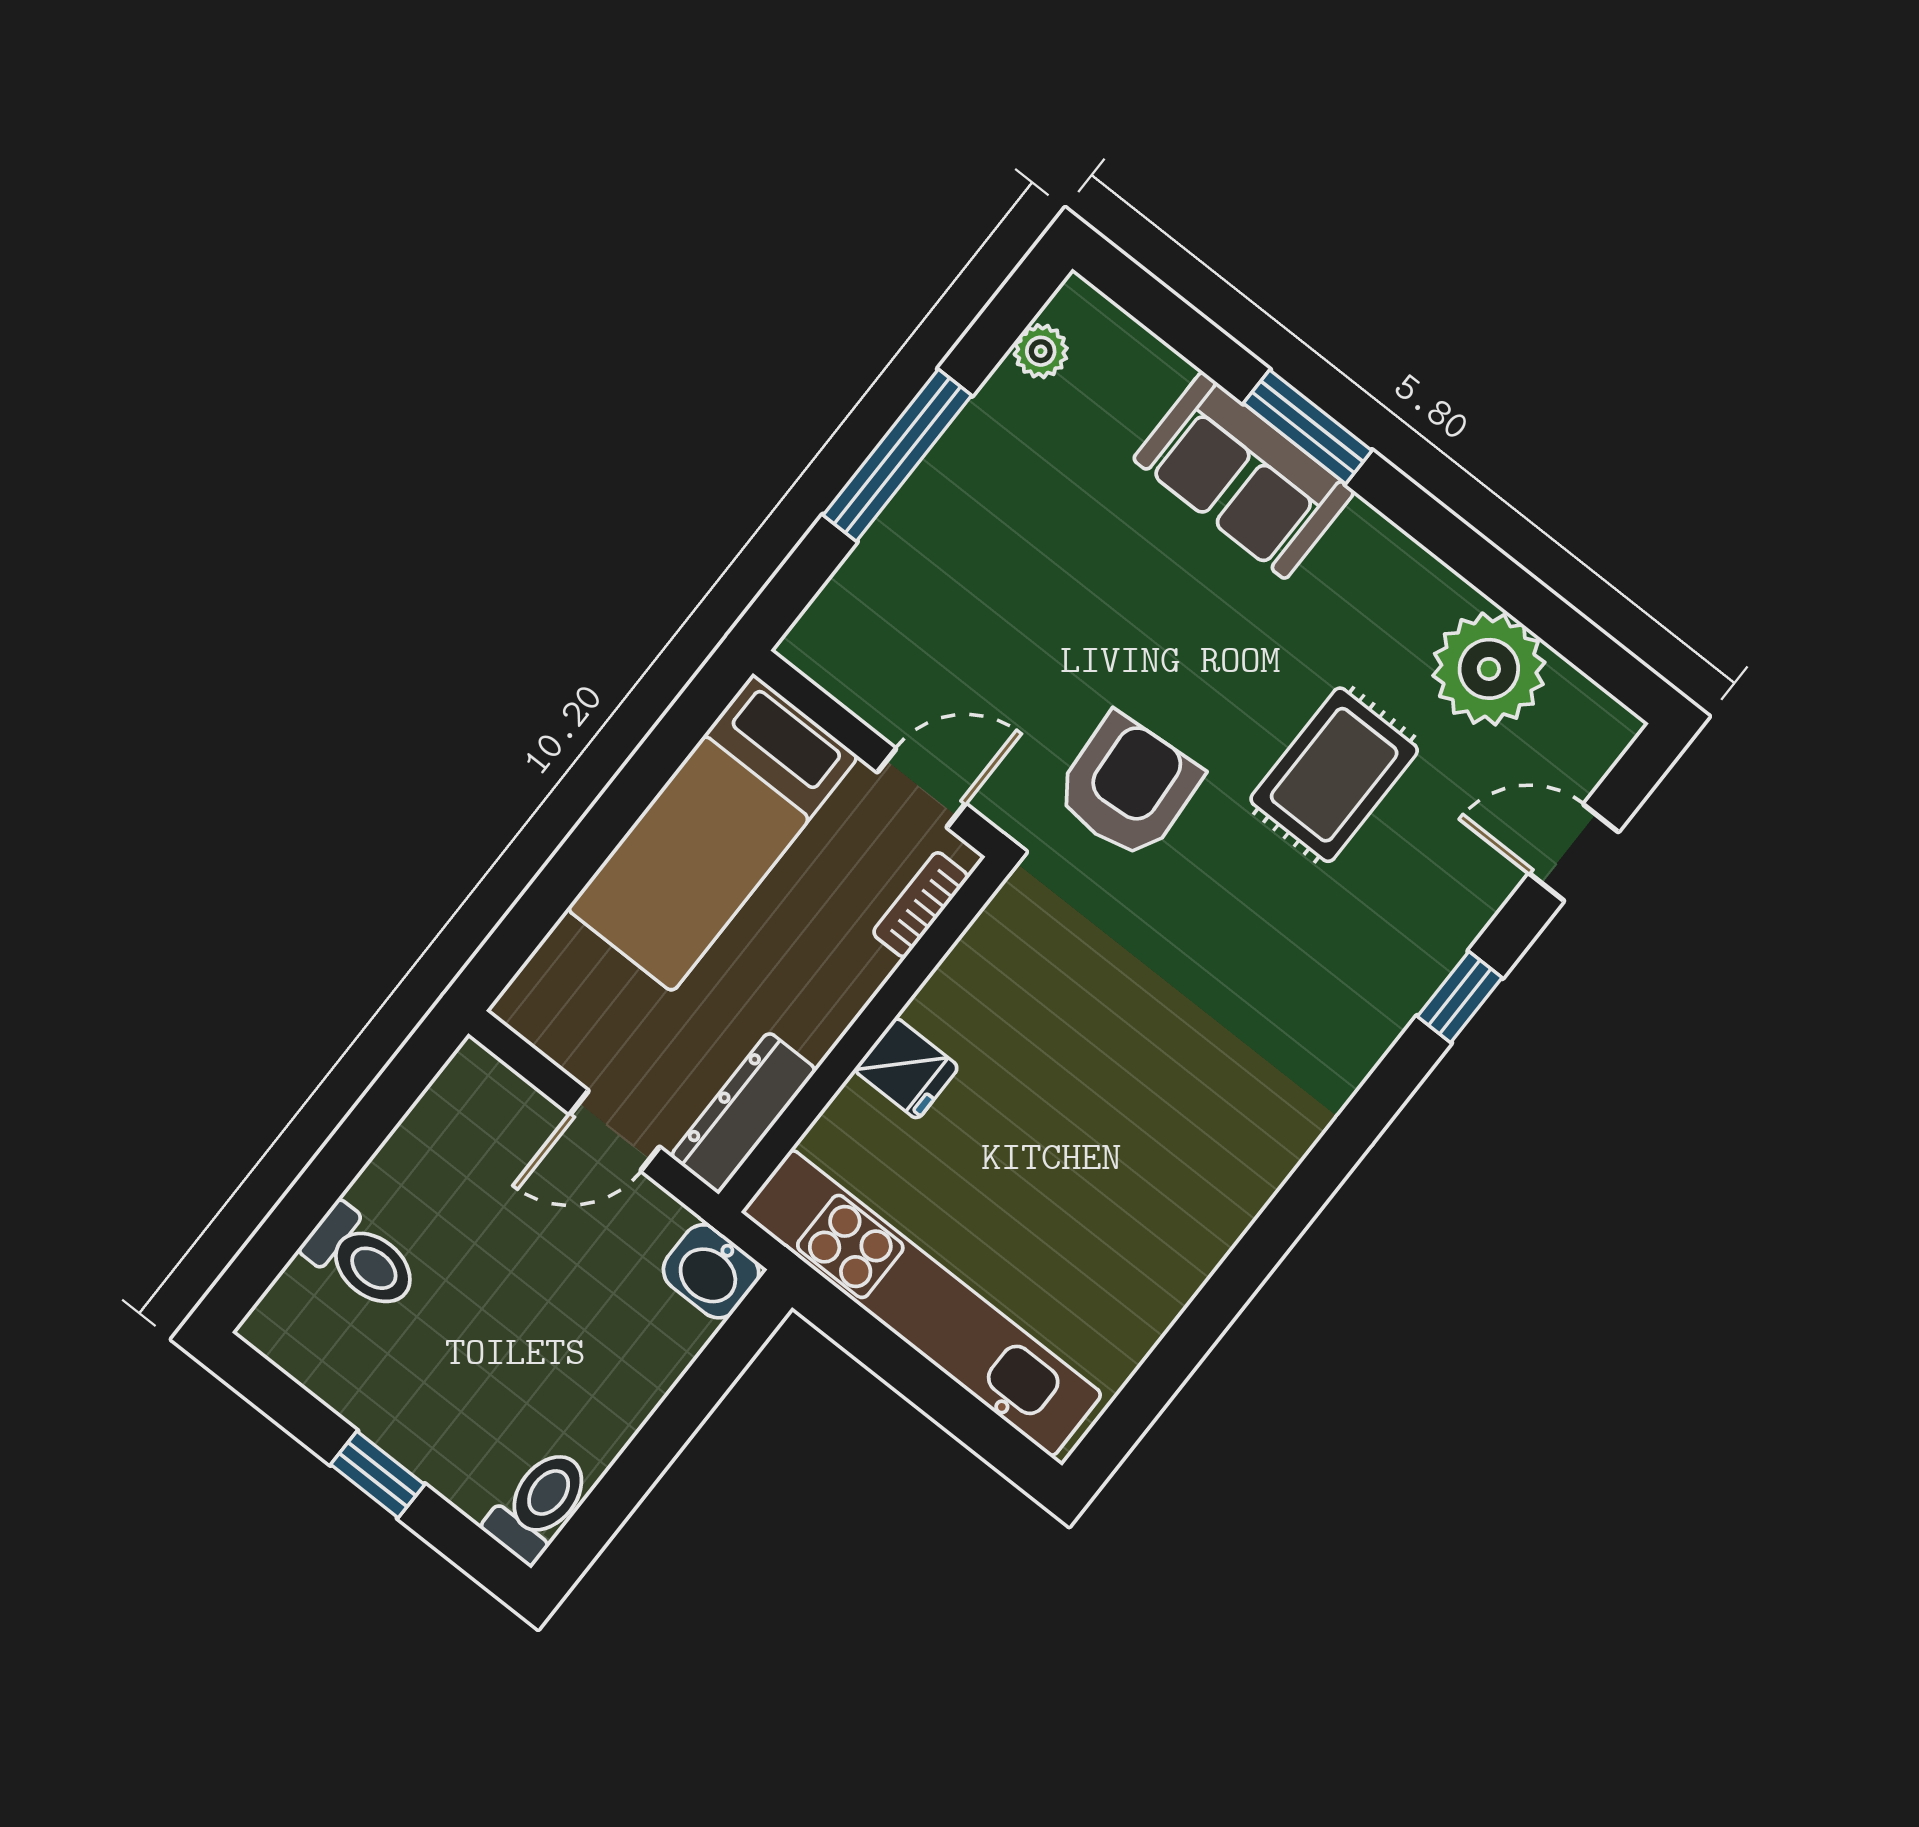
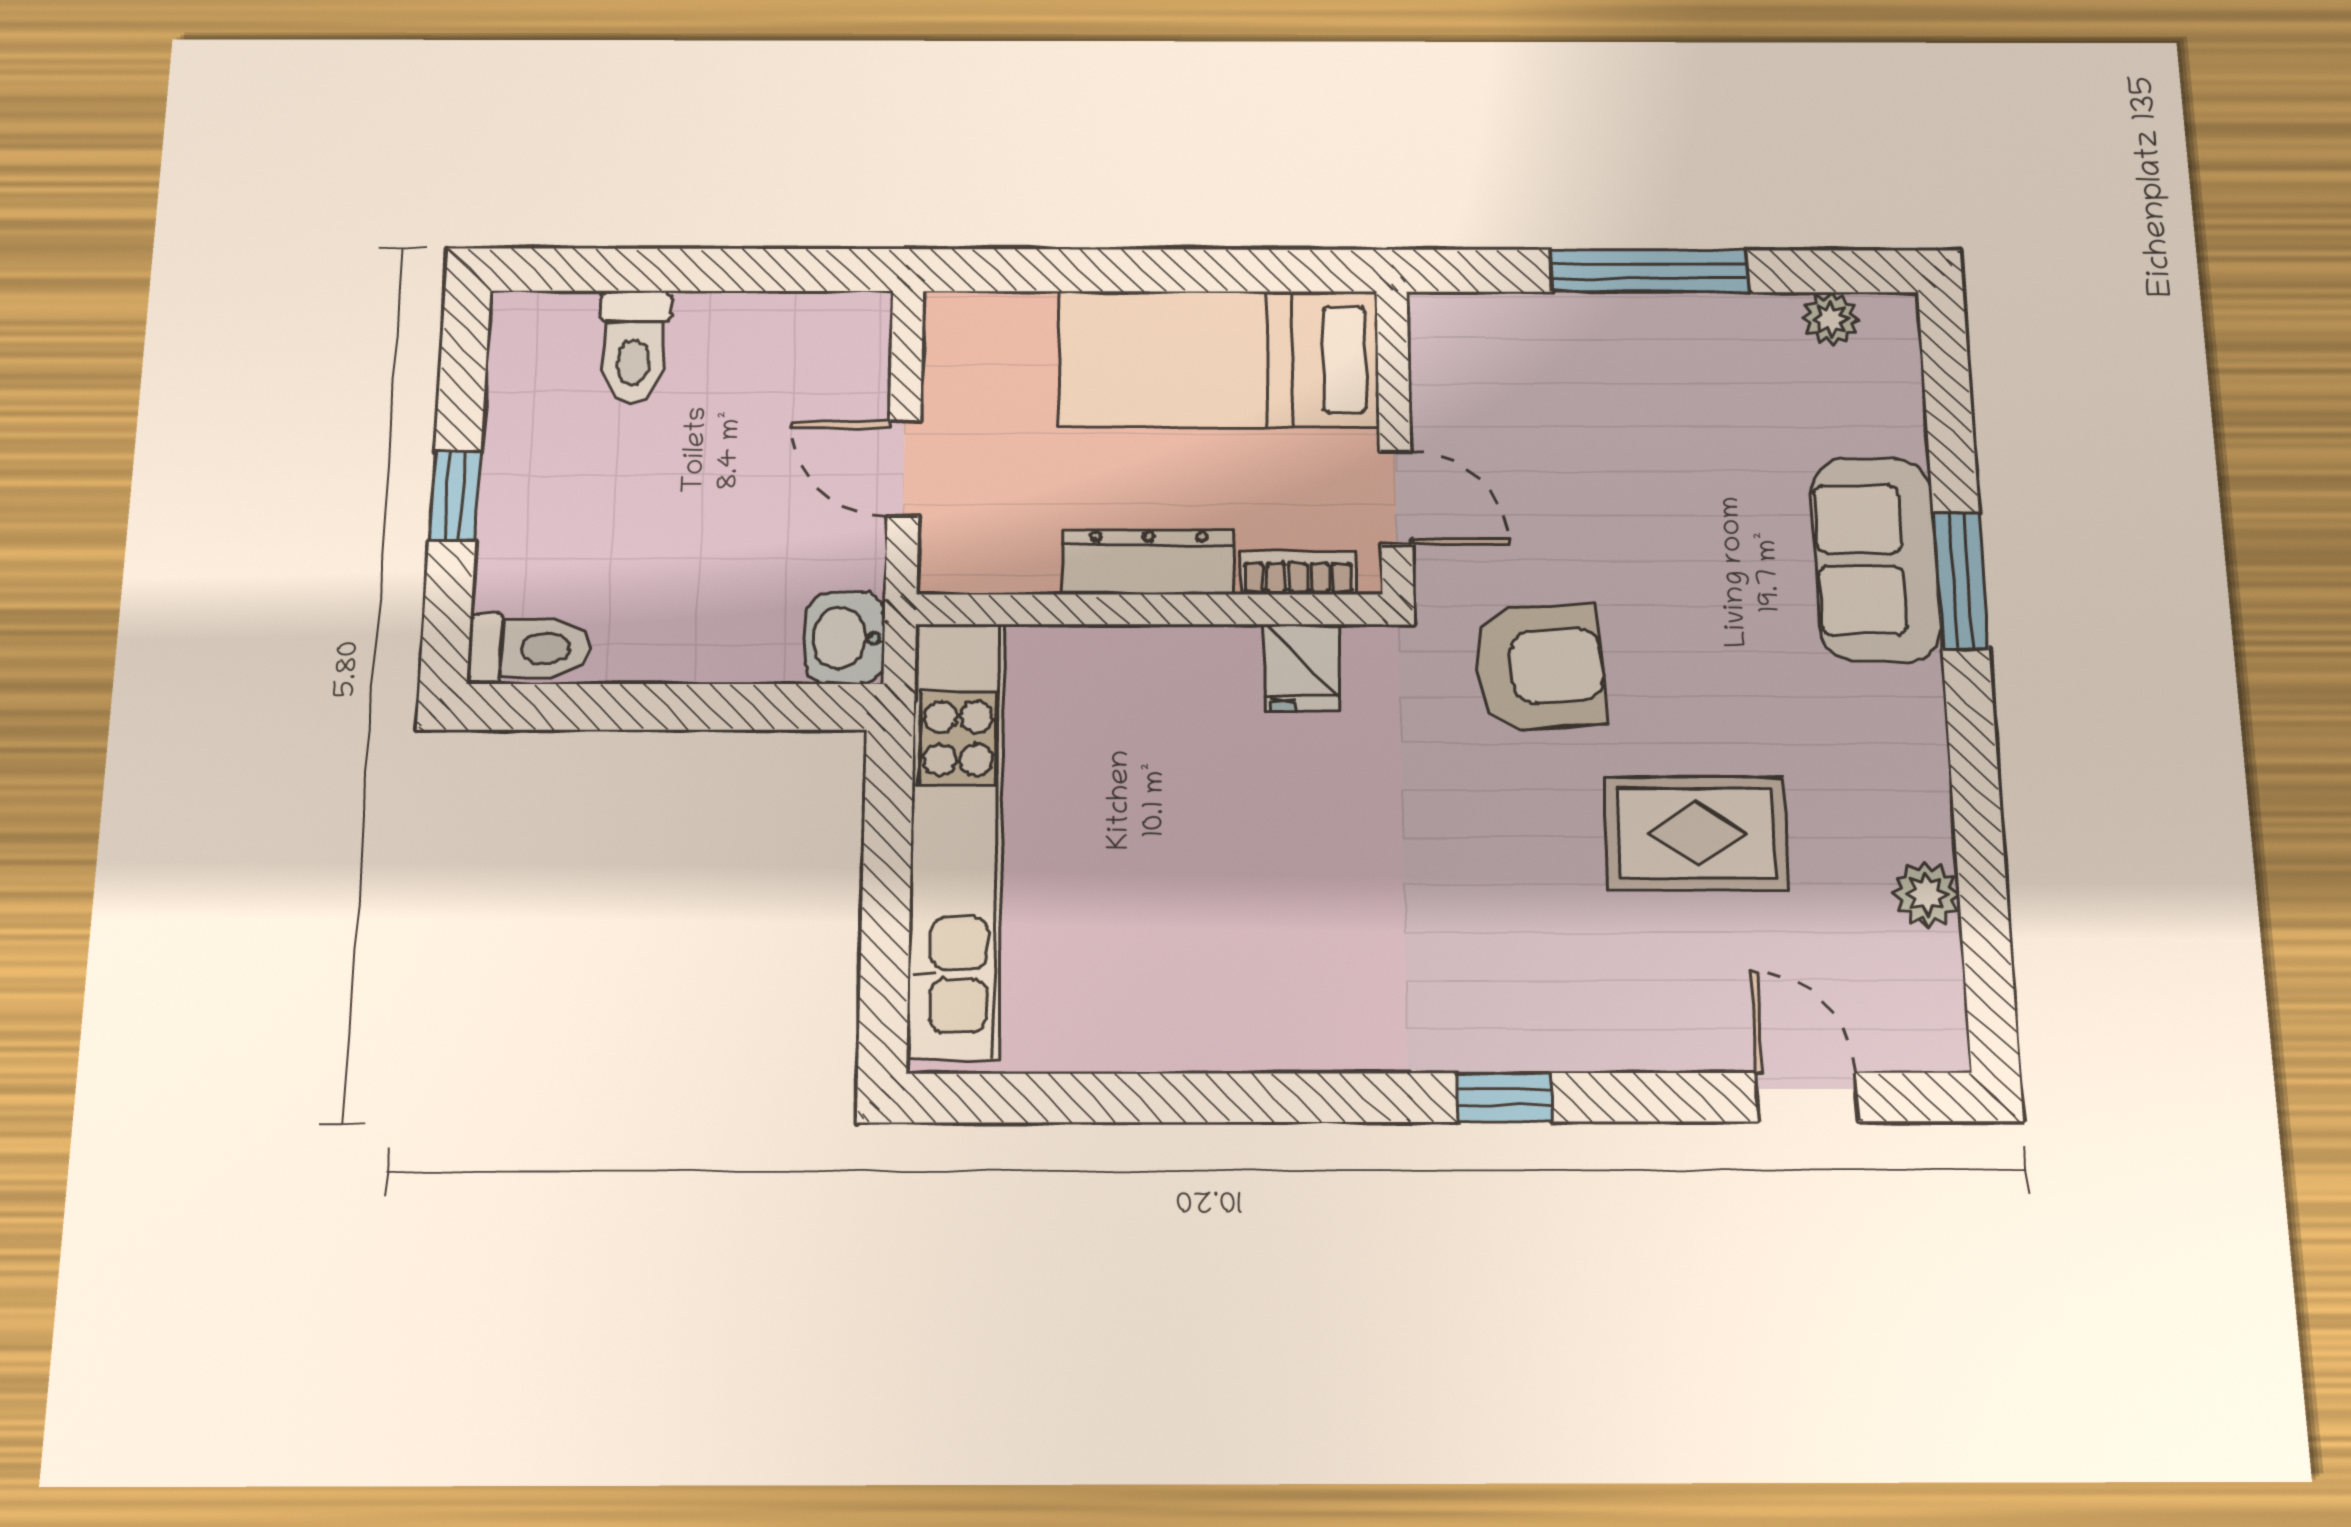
plant: (1489, 669) -> (1926, 894), width x0.53, depth x0.53
window: (1460, 997) -> (1504, 1097), moved
fridge: (906, 1068) -> (1302, 668), moved
dresser: (743, 1113) -> (1149, 562), moved

